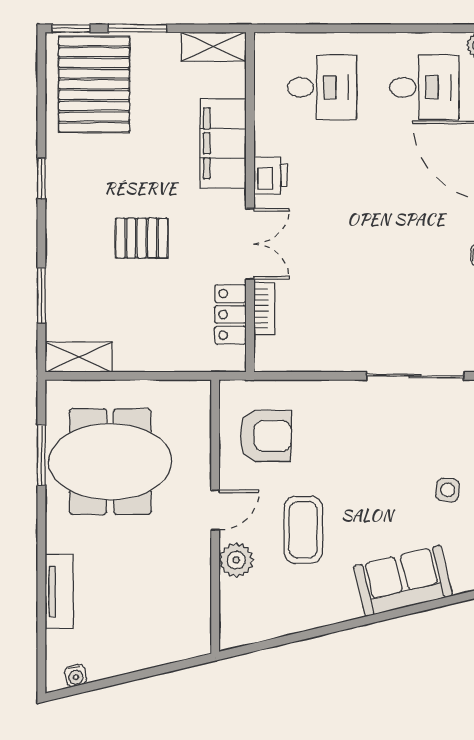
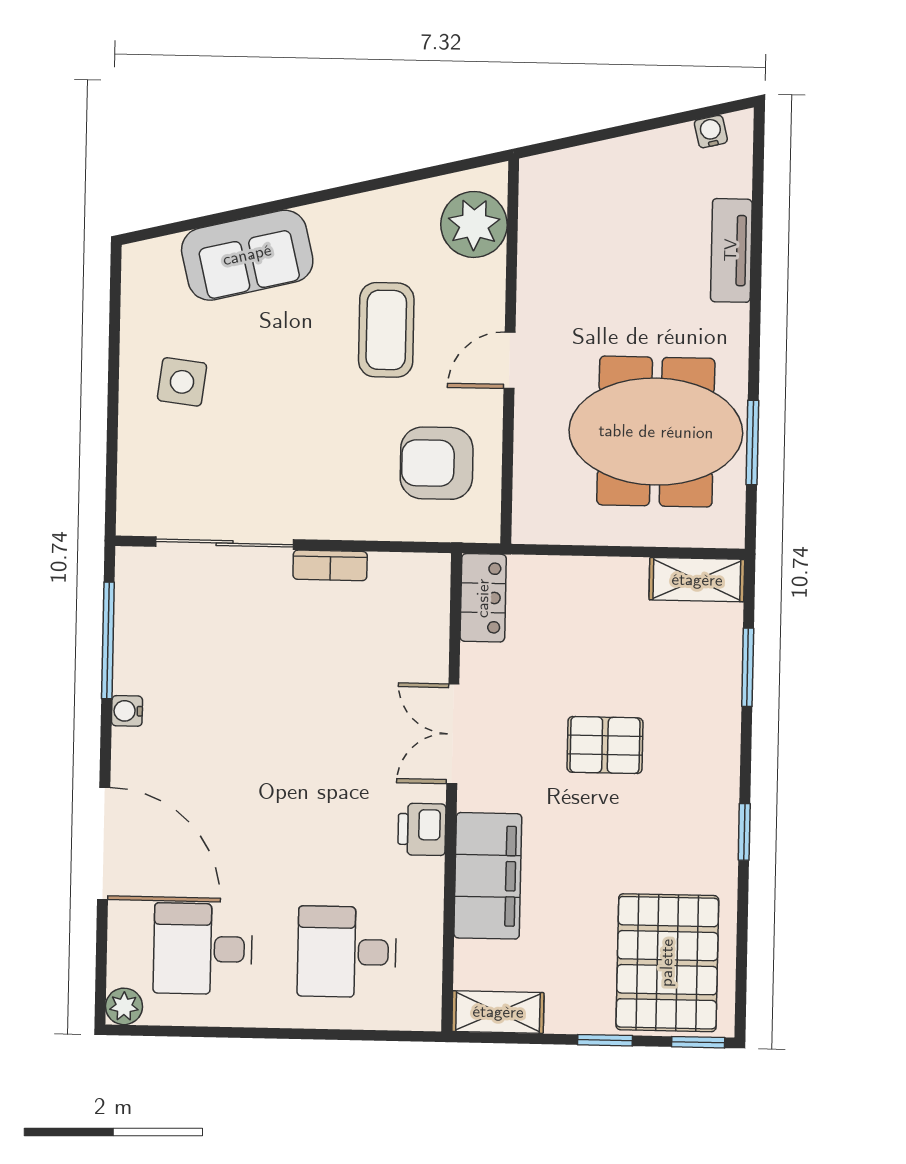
window: (137, 28) -> (605, 1040), width x0.67
bookcase: (264, 309) -> (330, 565), moved, turned -90
locker: (230, 314) -> (483, 598), moved
side table: (448, 490) -> (182, 382), width x1.37, depth x1.37
plant: (236, 560) -> (474, 224), moved, width x1.36, depth x1.36

